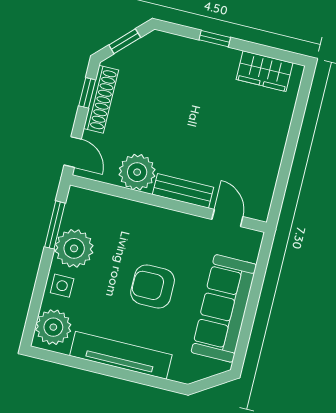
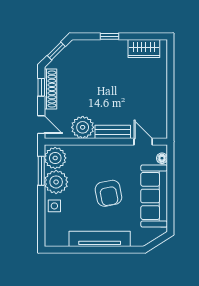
floor lamp: (251, 252) -> (162, 158), added
armchair: (153, 286) -> (108, 193), turned -101
plant: (53, 327) -> (55, 158), moved

